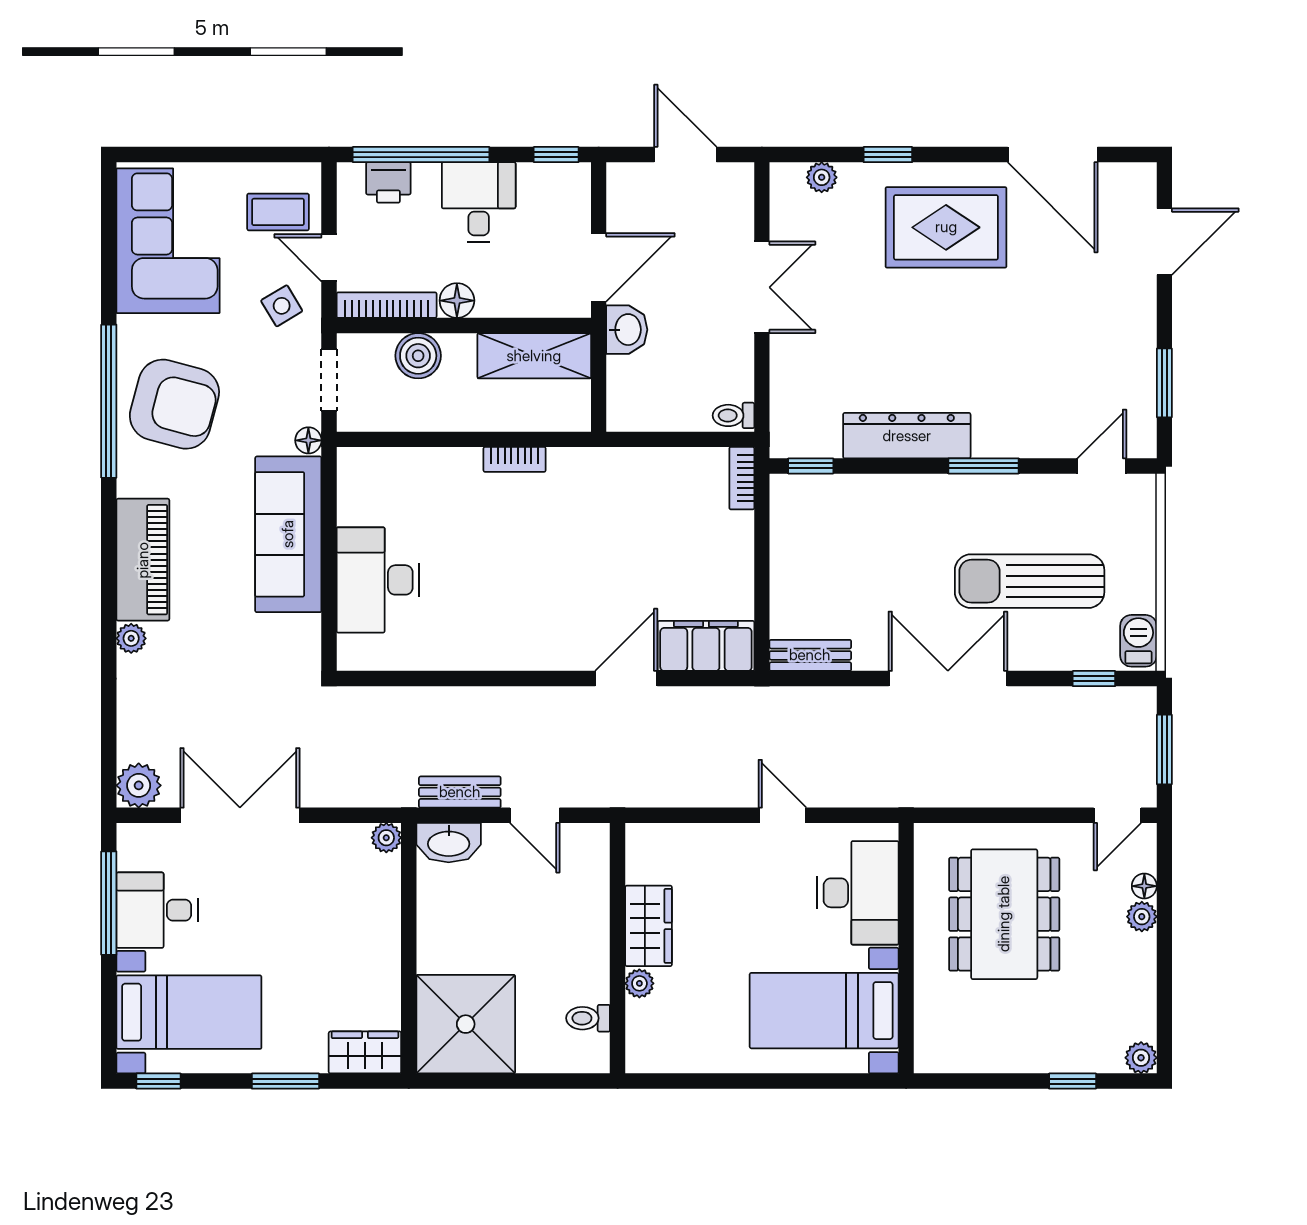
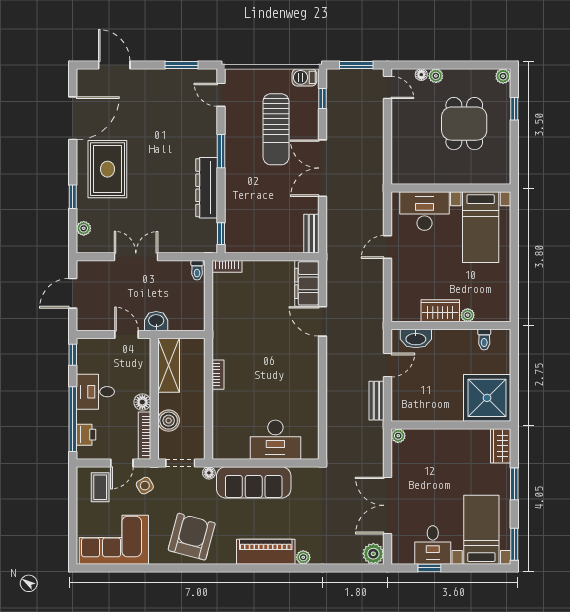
door: (599, 267) -> (127, 335), width x0.73
window: (109, 401) -> (190, 568), removed
washbasin: (449, 843) -> (416, 339), moved, turned 90
window: (109, 903) -> (429, 568), width x0.46
dining table: (1004, 914) -> (464, 124), moved, width x0.73
window: (158, 1081) -> (514, 544), width x1.50

